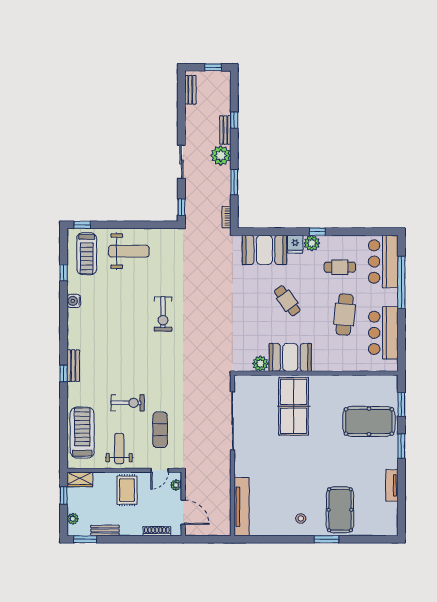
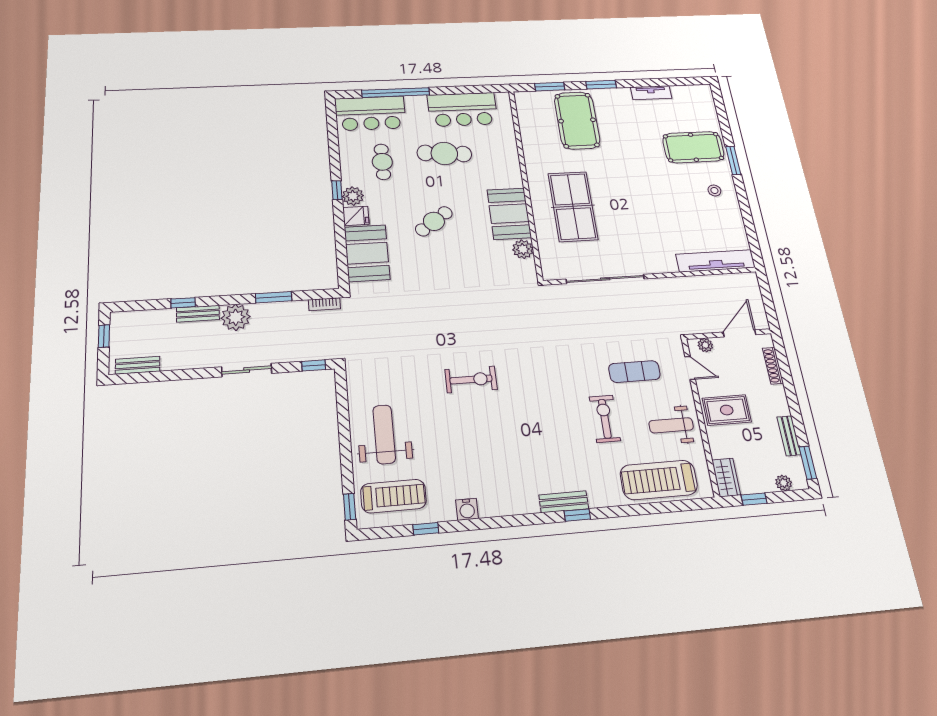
table tennis table: (294, 406) -> (573, 206), turned 90

